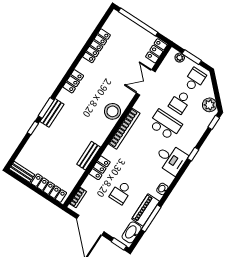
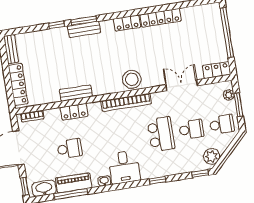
locker: (96, 46) -> (161, 18), moved
school desk: (180, 102) -> (191, 129), turned 180
desk: (171, 159) -> (124, 167), moved
school desk: (121, 193) -> (70, 149), turned 180

